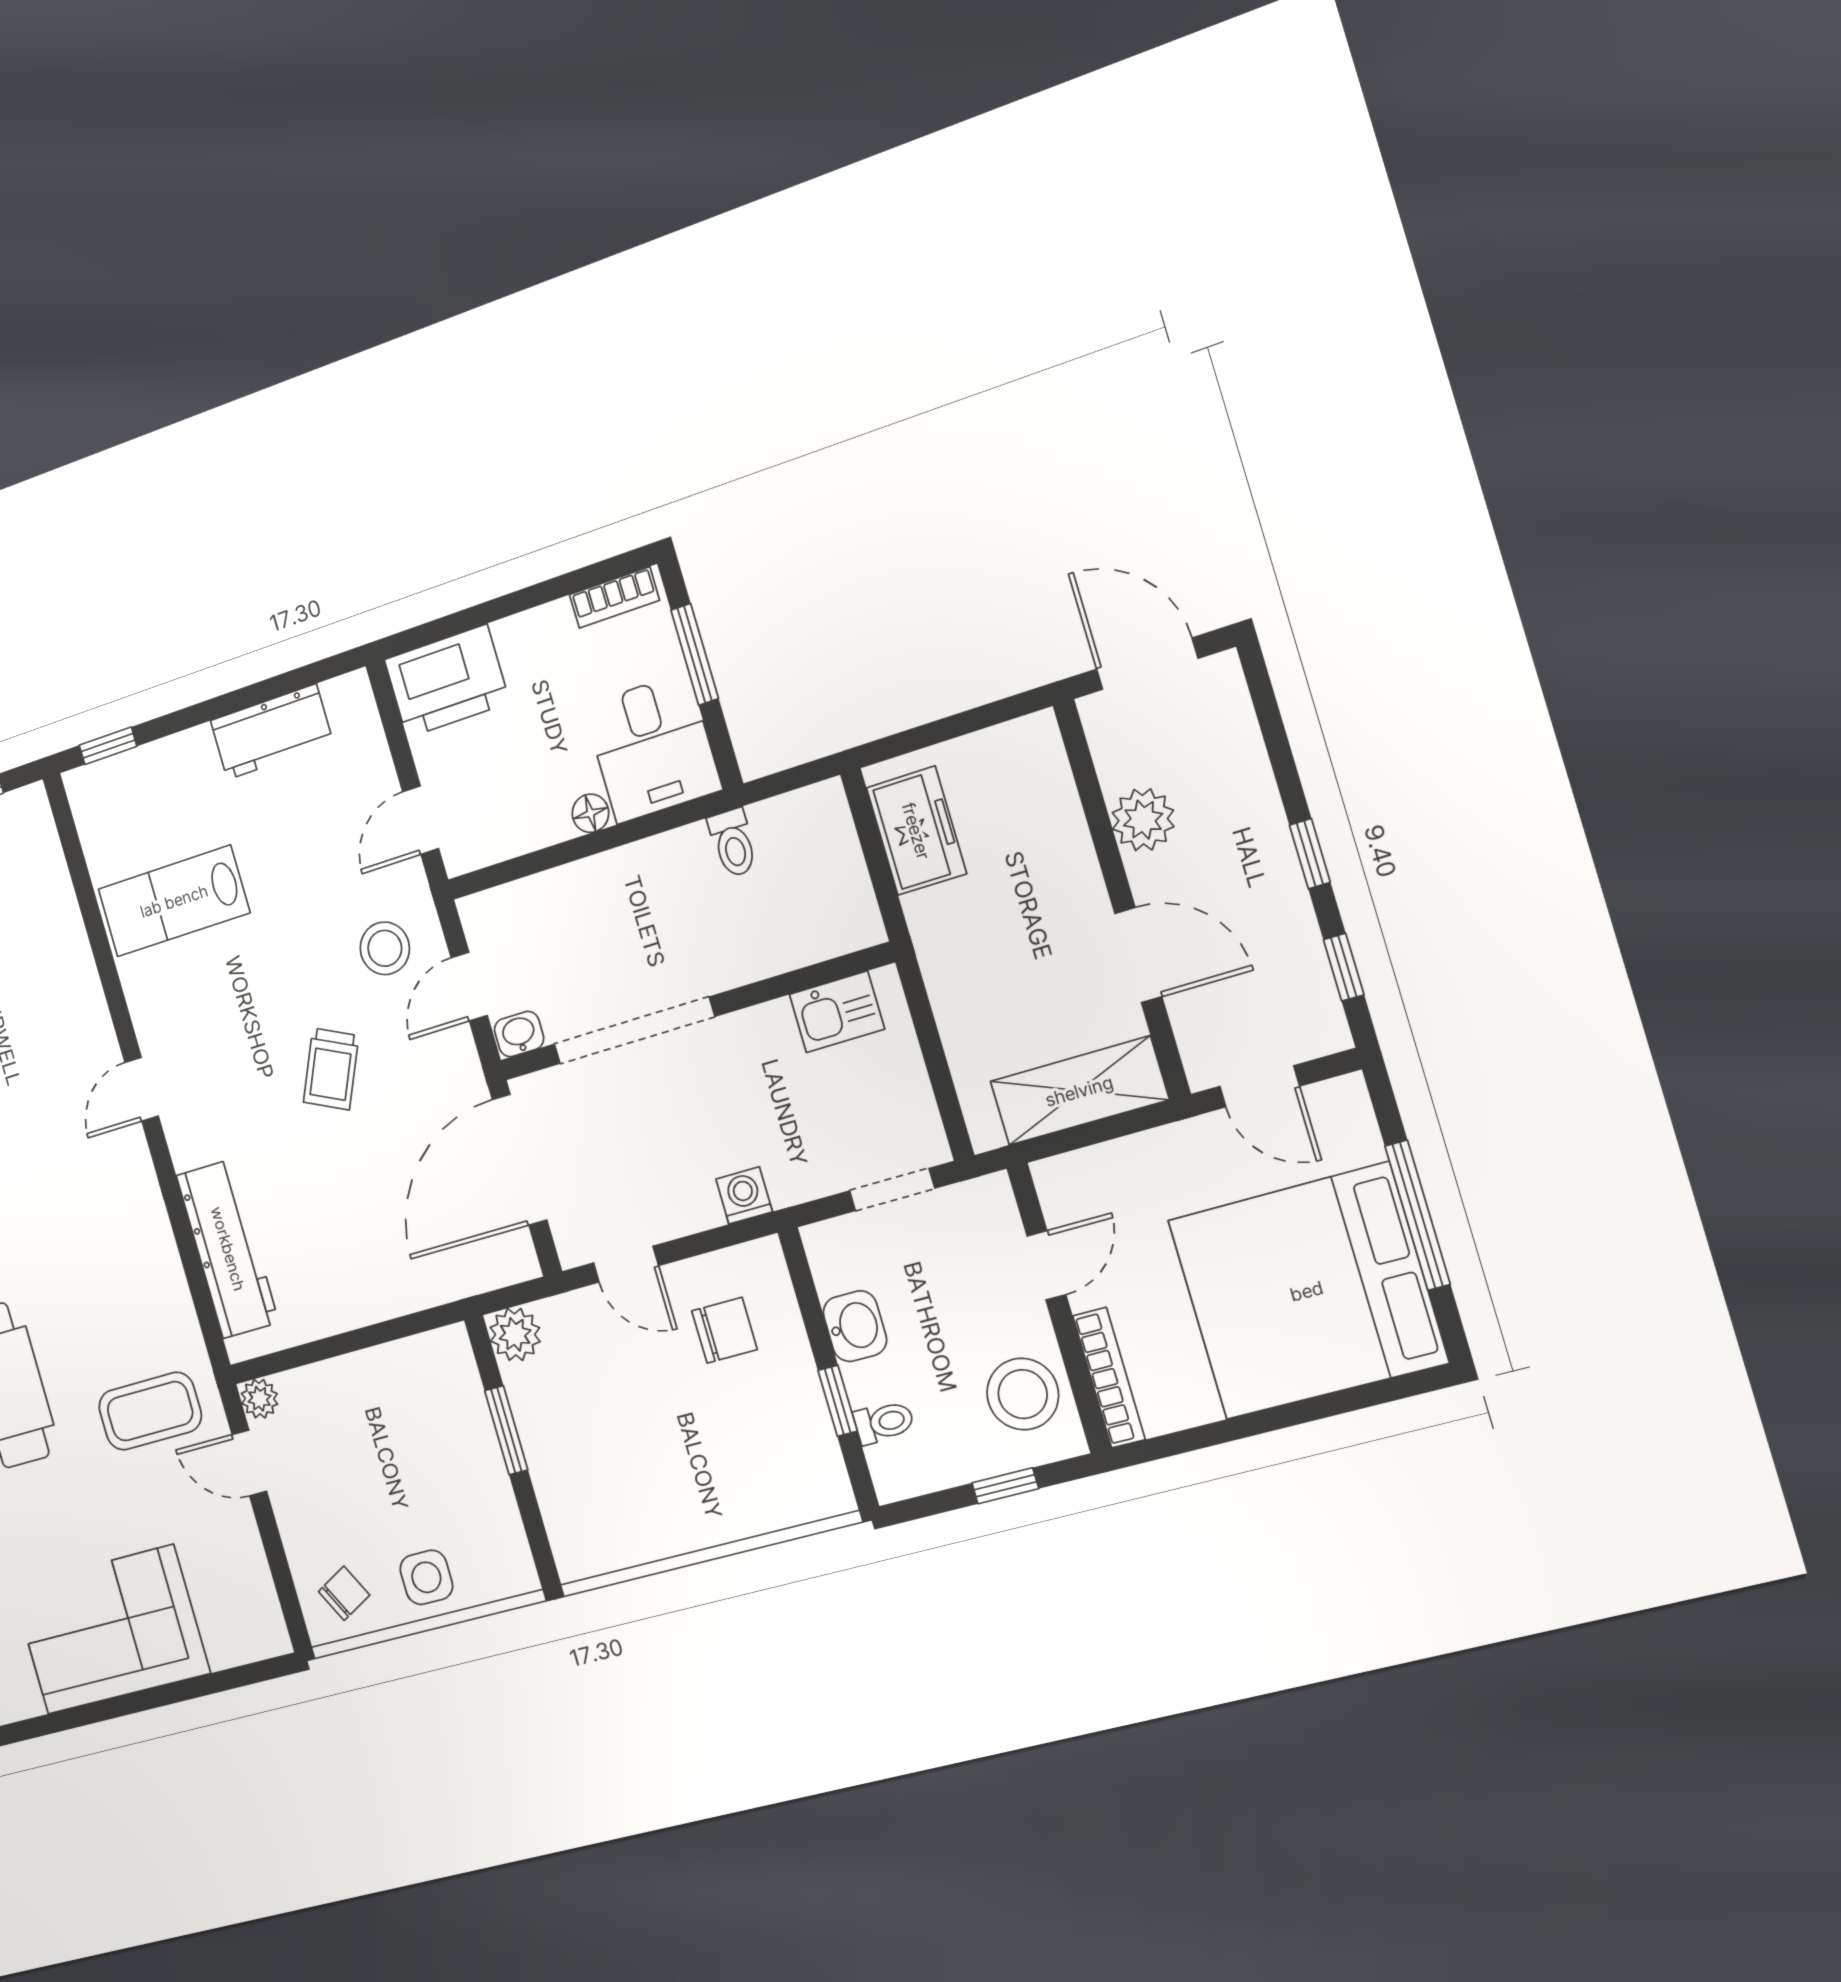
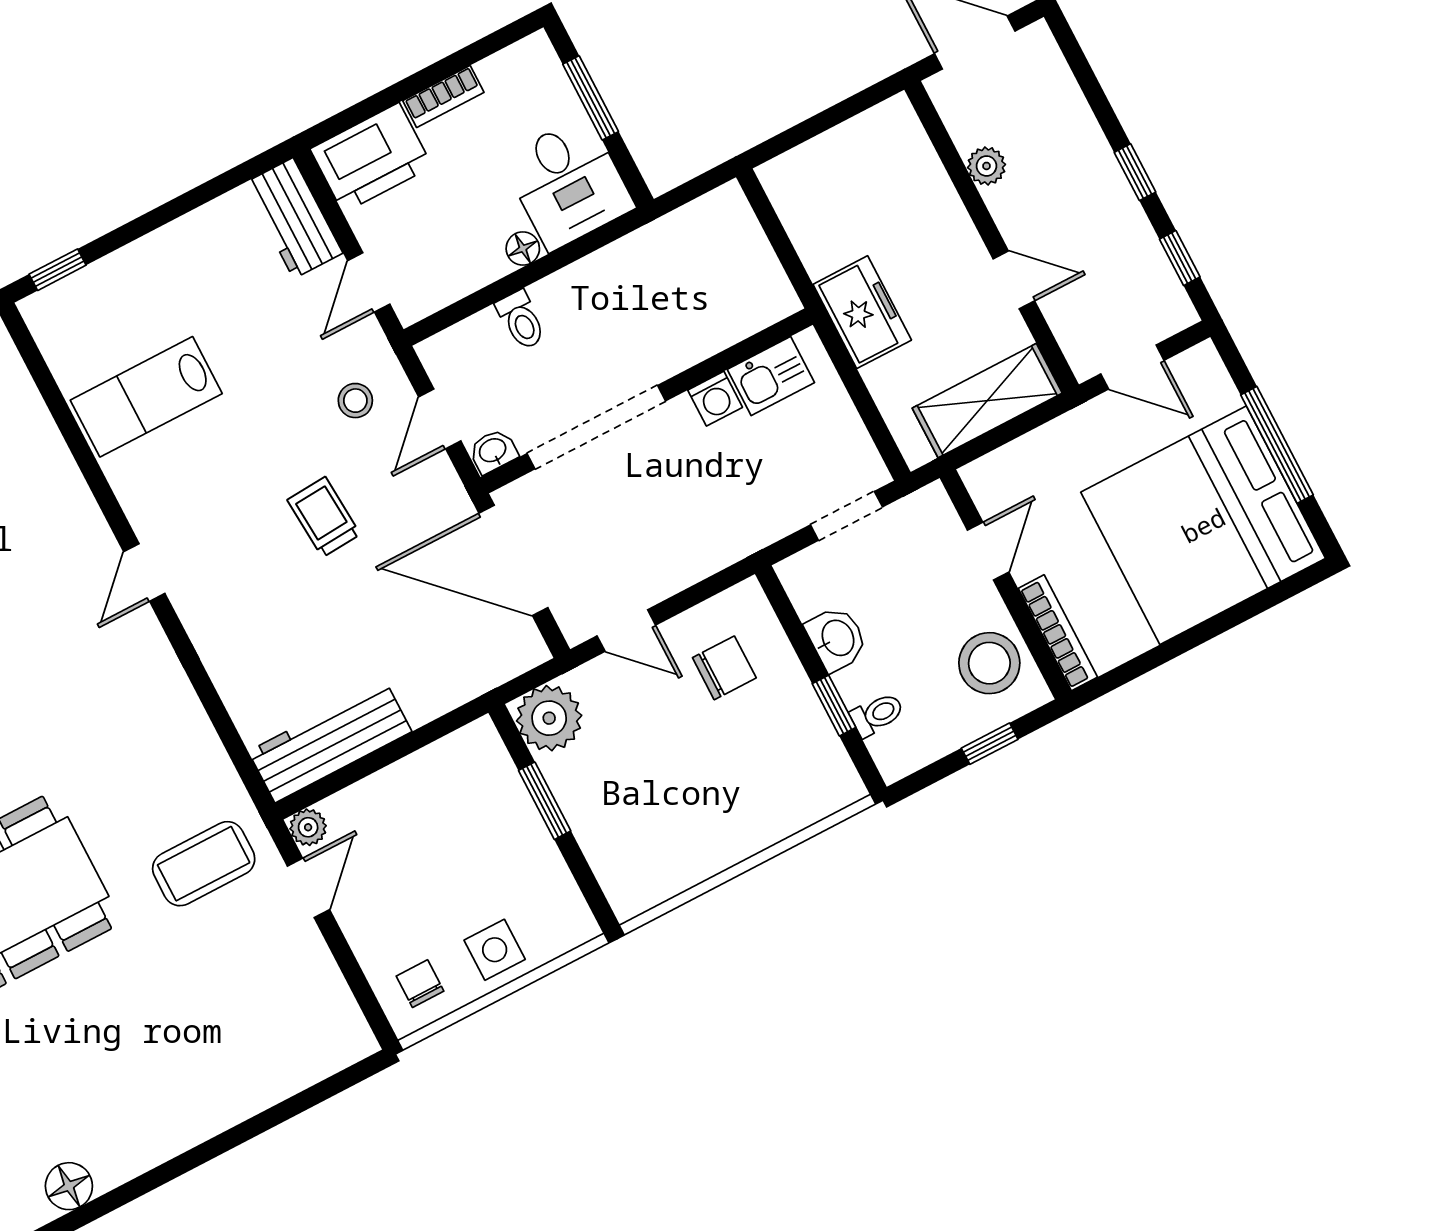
bookcase: (614, 598) -> (443, 96), moved
workbench: (272, 732) -> (293, 218), moved, turned 90
plant: (1143, 820) -> (987, 166), width x0.73, depth x0.73
freezer: (916, 831) -> (862, 312), moved
toilet: (733, 843) -> (521, 320), moved
stool: (385, 948) -> (355, 401), width x0.73, depth x0.73
door: (1138, 955) -> (1014, 280), width x0.73
trolley: (331, 1069) -> (324, 517), turned 151
door: (519, 1160) -> (513, 560), hinge flipped
washing machine: (744, 1195) -> (715, 399), moved, turned 180
workbench: (228, 1249) -> (330, 742), moved, turned -90
plant: (515, 1334) -> (549, 718), width x1.36, depth x1.36
door: (249, 1463) -> (308, 888), swing flipped
chair: (344, 1593) -> (420, 984), turned -62
corner sofa: (111, 1630) -> (200, 1075), removed

